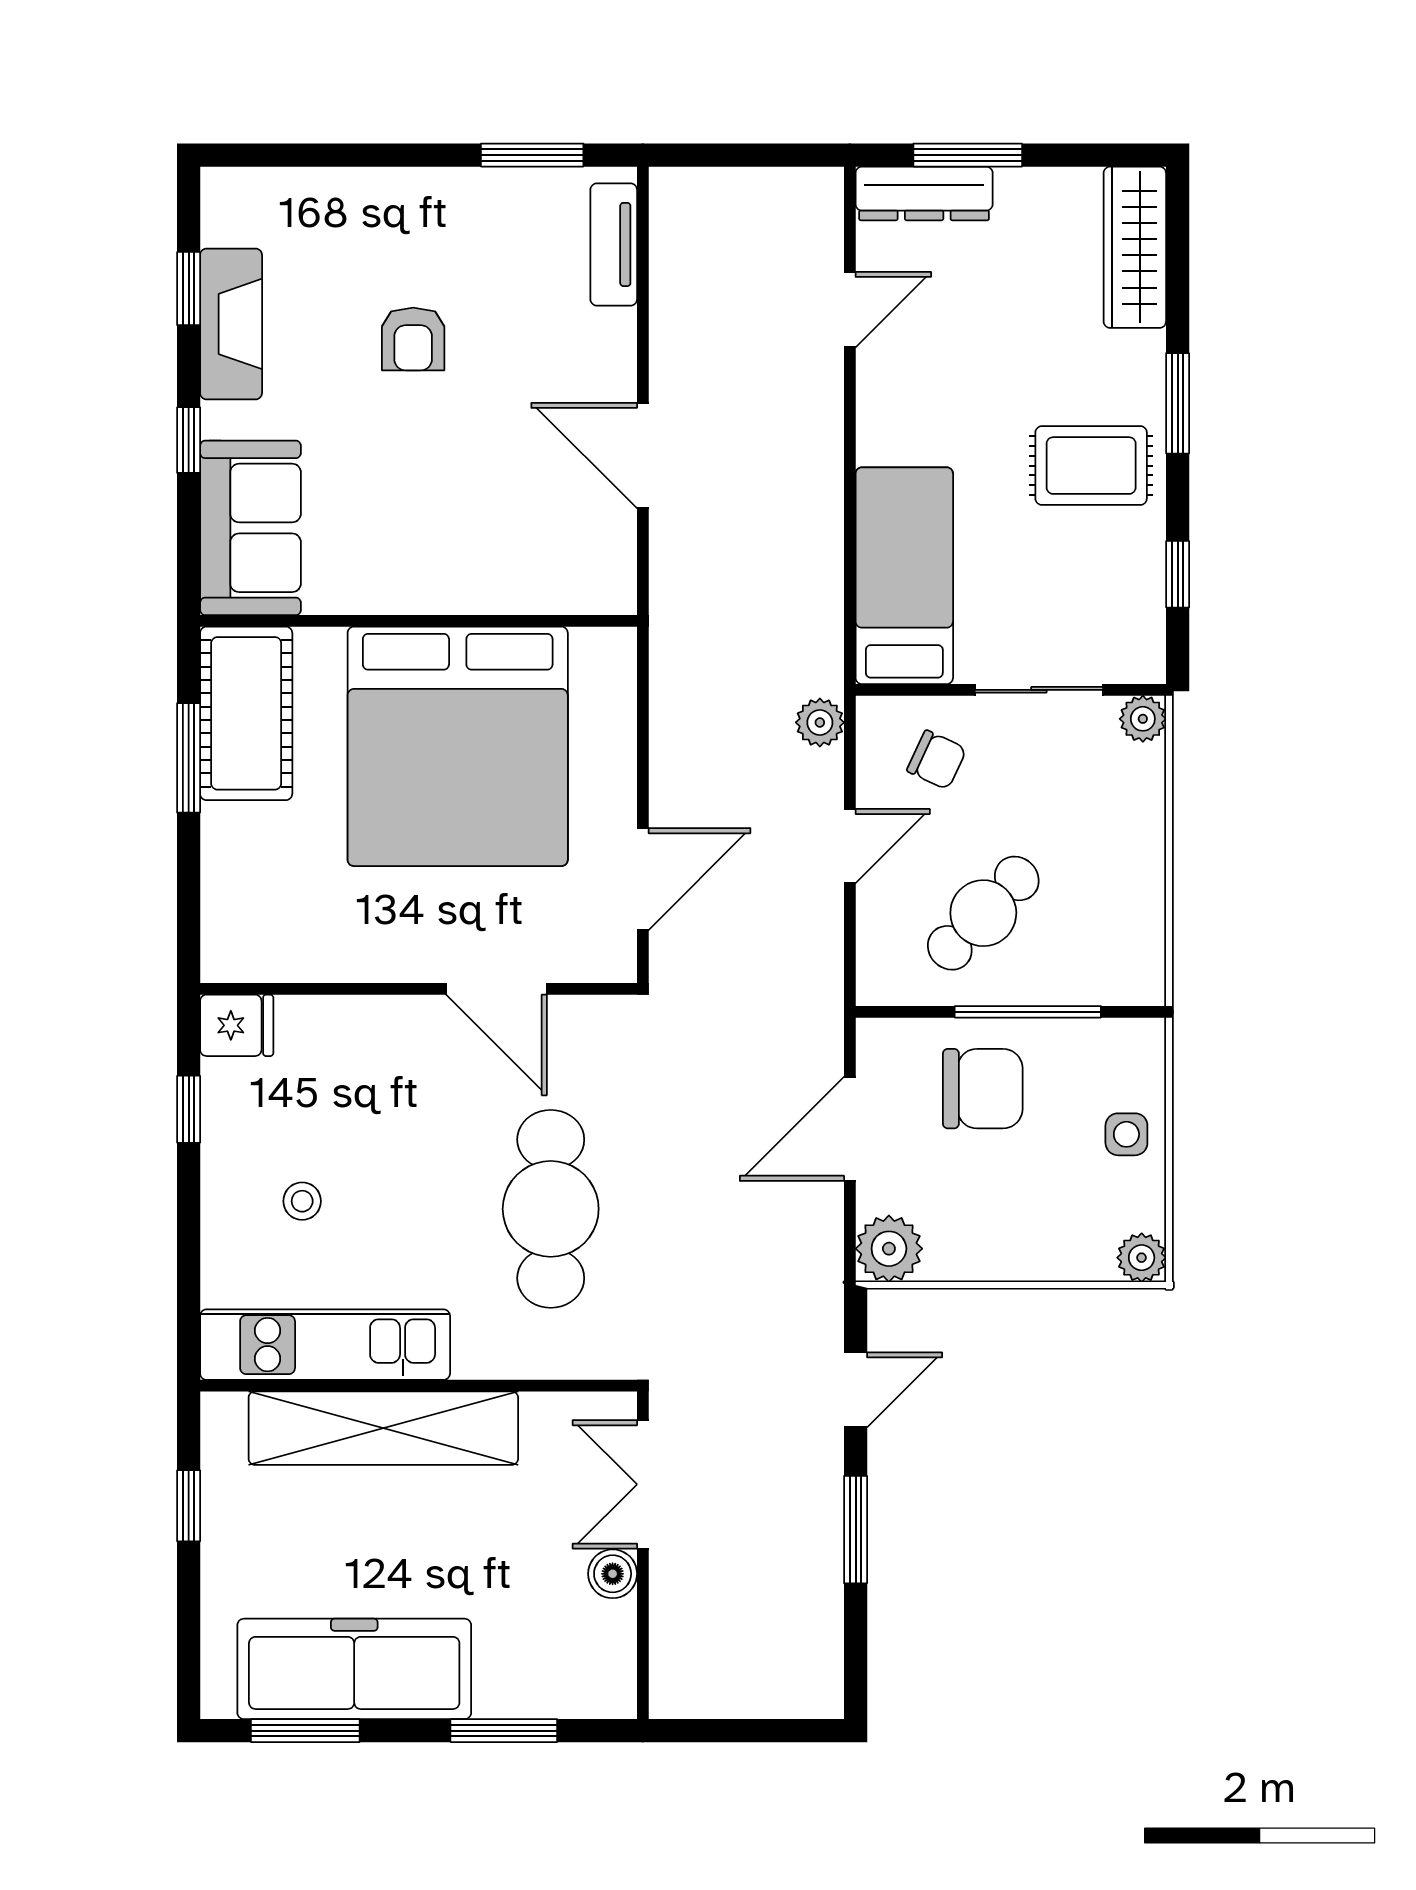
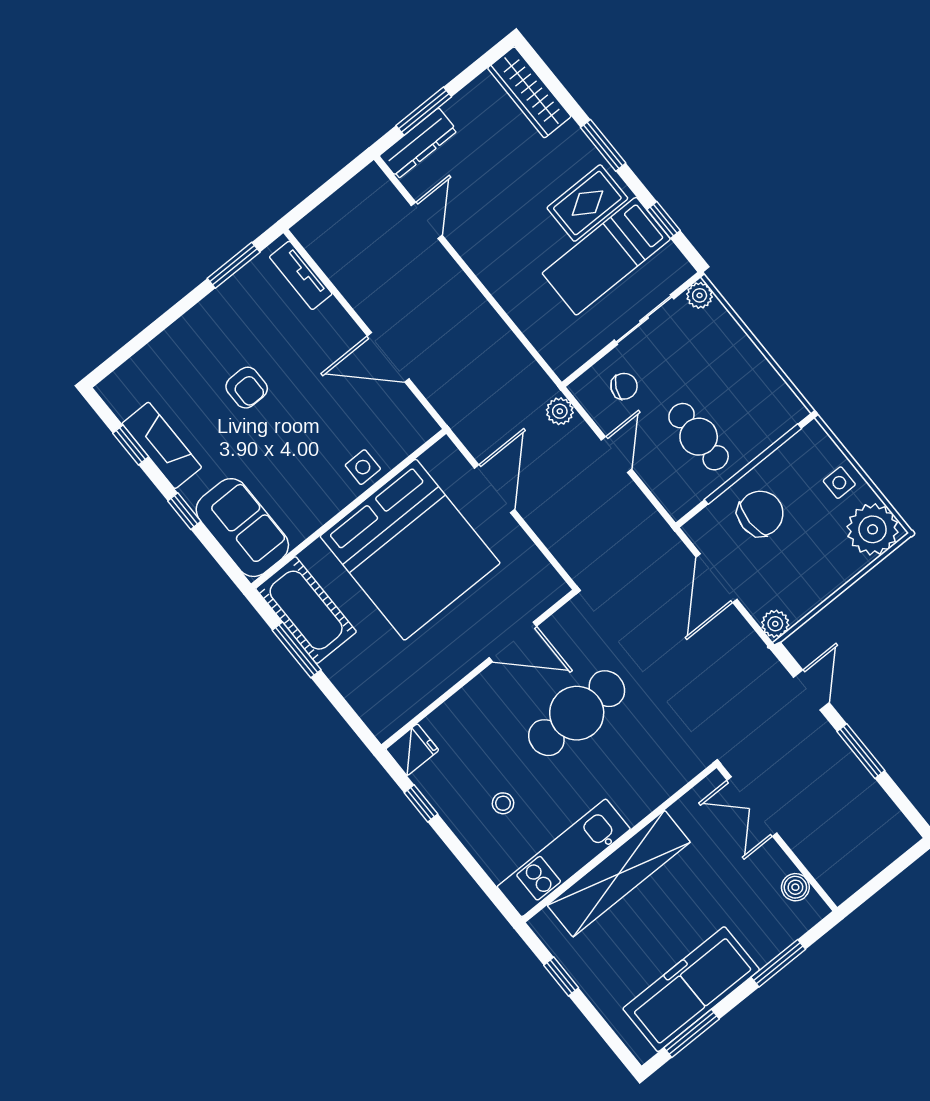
bed: (904, 576) -> (606, 256), moved, turned -90
side table: (485, 579) -> (363, 467), added
door: (643, 879) -> (495, 489), moved
cafe table: (983, 913) -> (699, 437), turned -44
window: (1028, 1012) -> (753, 464), width x1.46
cafe table: (551, 1209) -> (577, 713), moved, turned 90
plant: (889, 1249) -> (775, 624), width x0.73, depth x0.73
plant: (1142, 1258) -> (873, 529), width x1.88, depth x1.88
boiler: (613, 1574) -> (795, 887), moved

